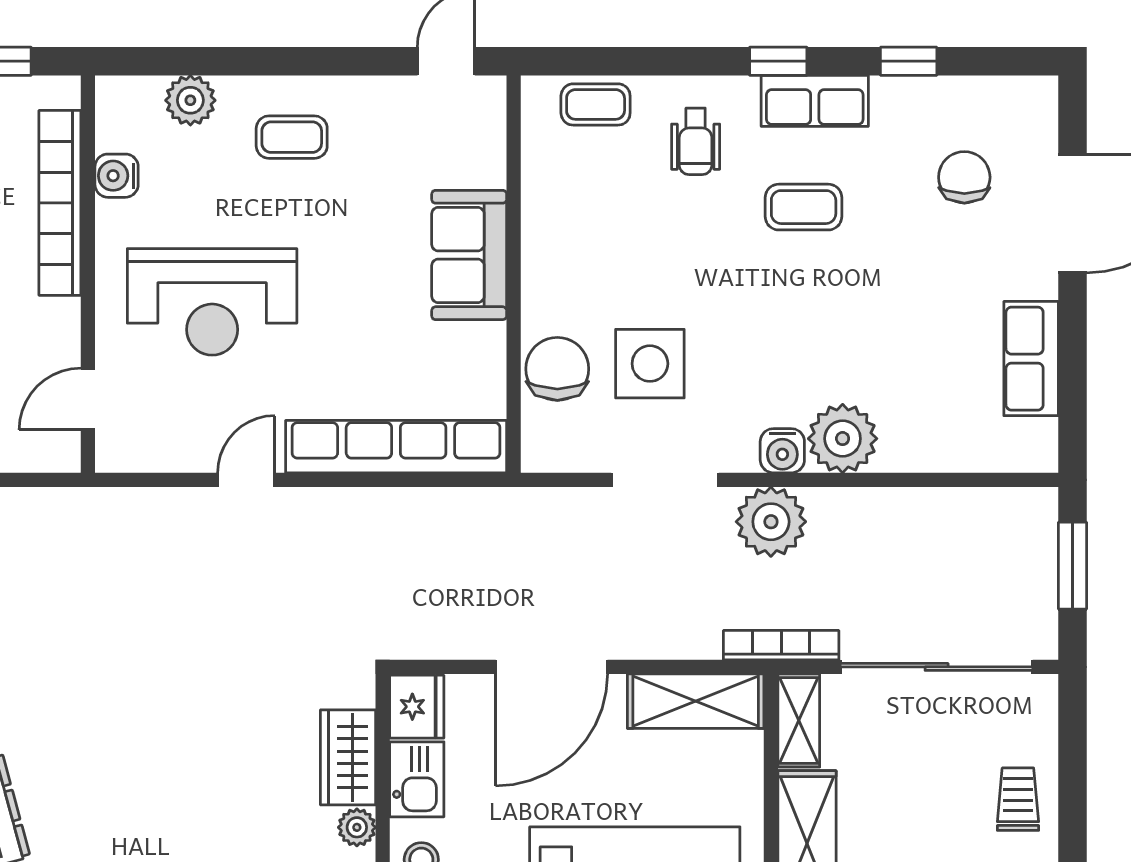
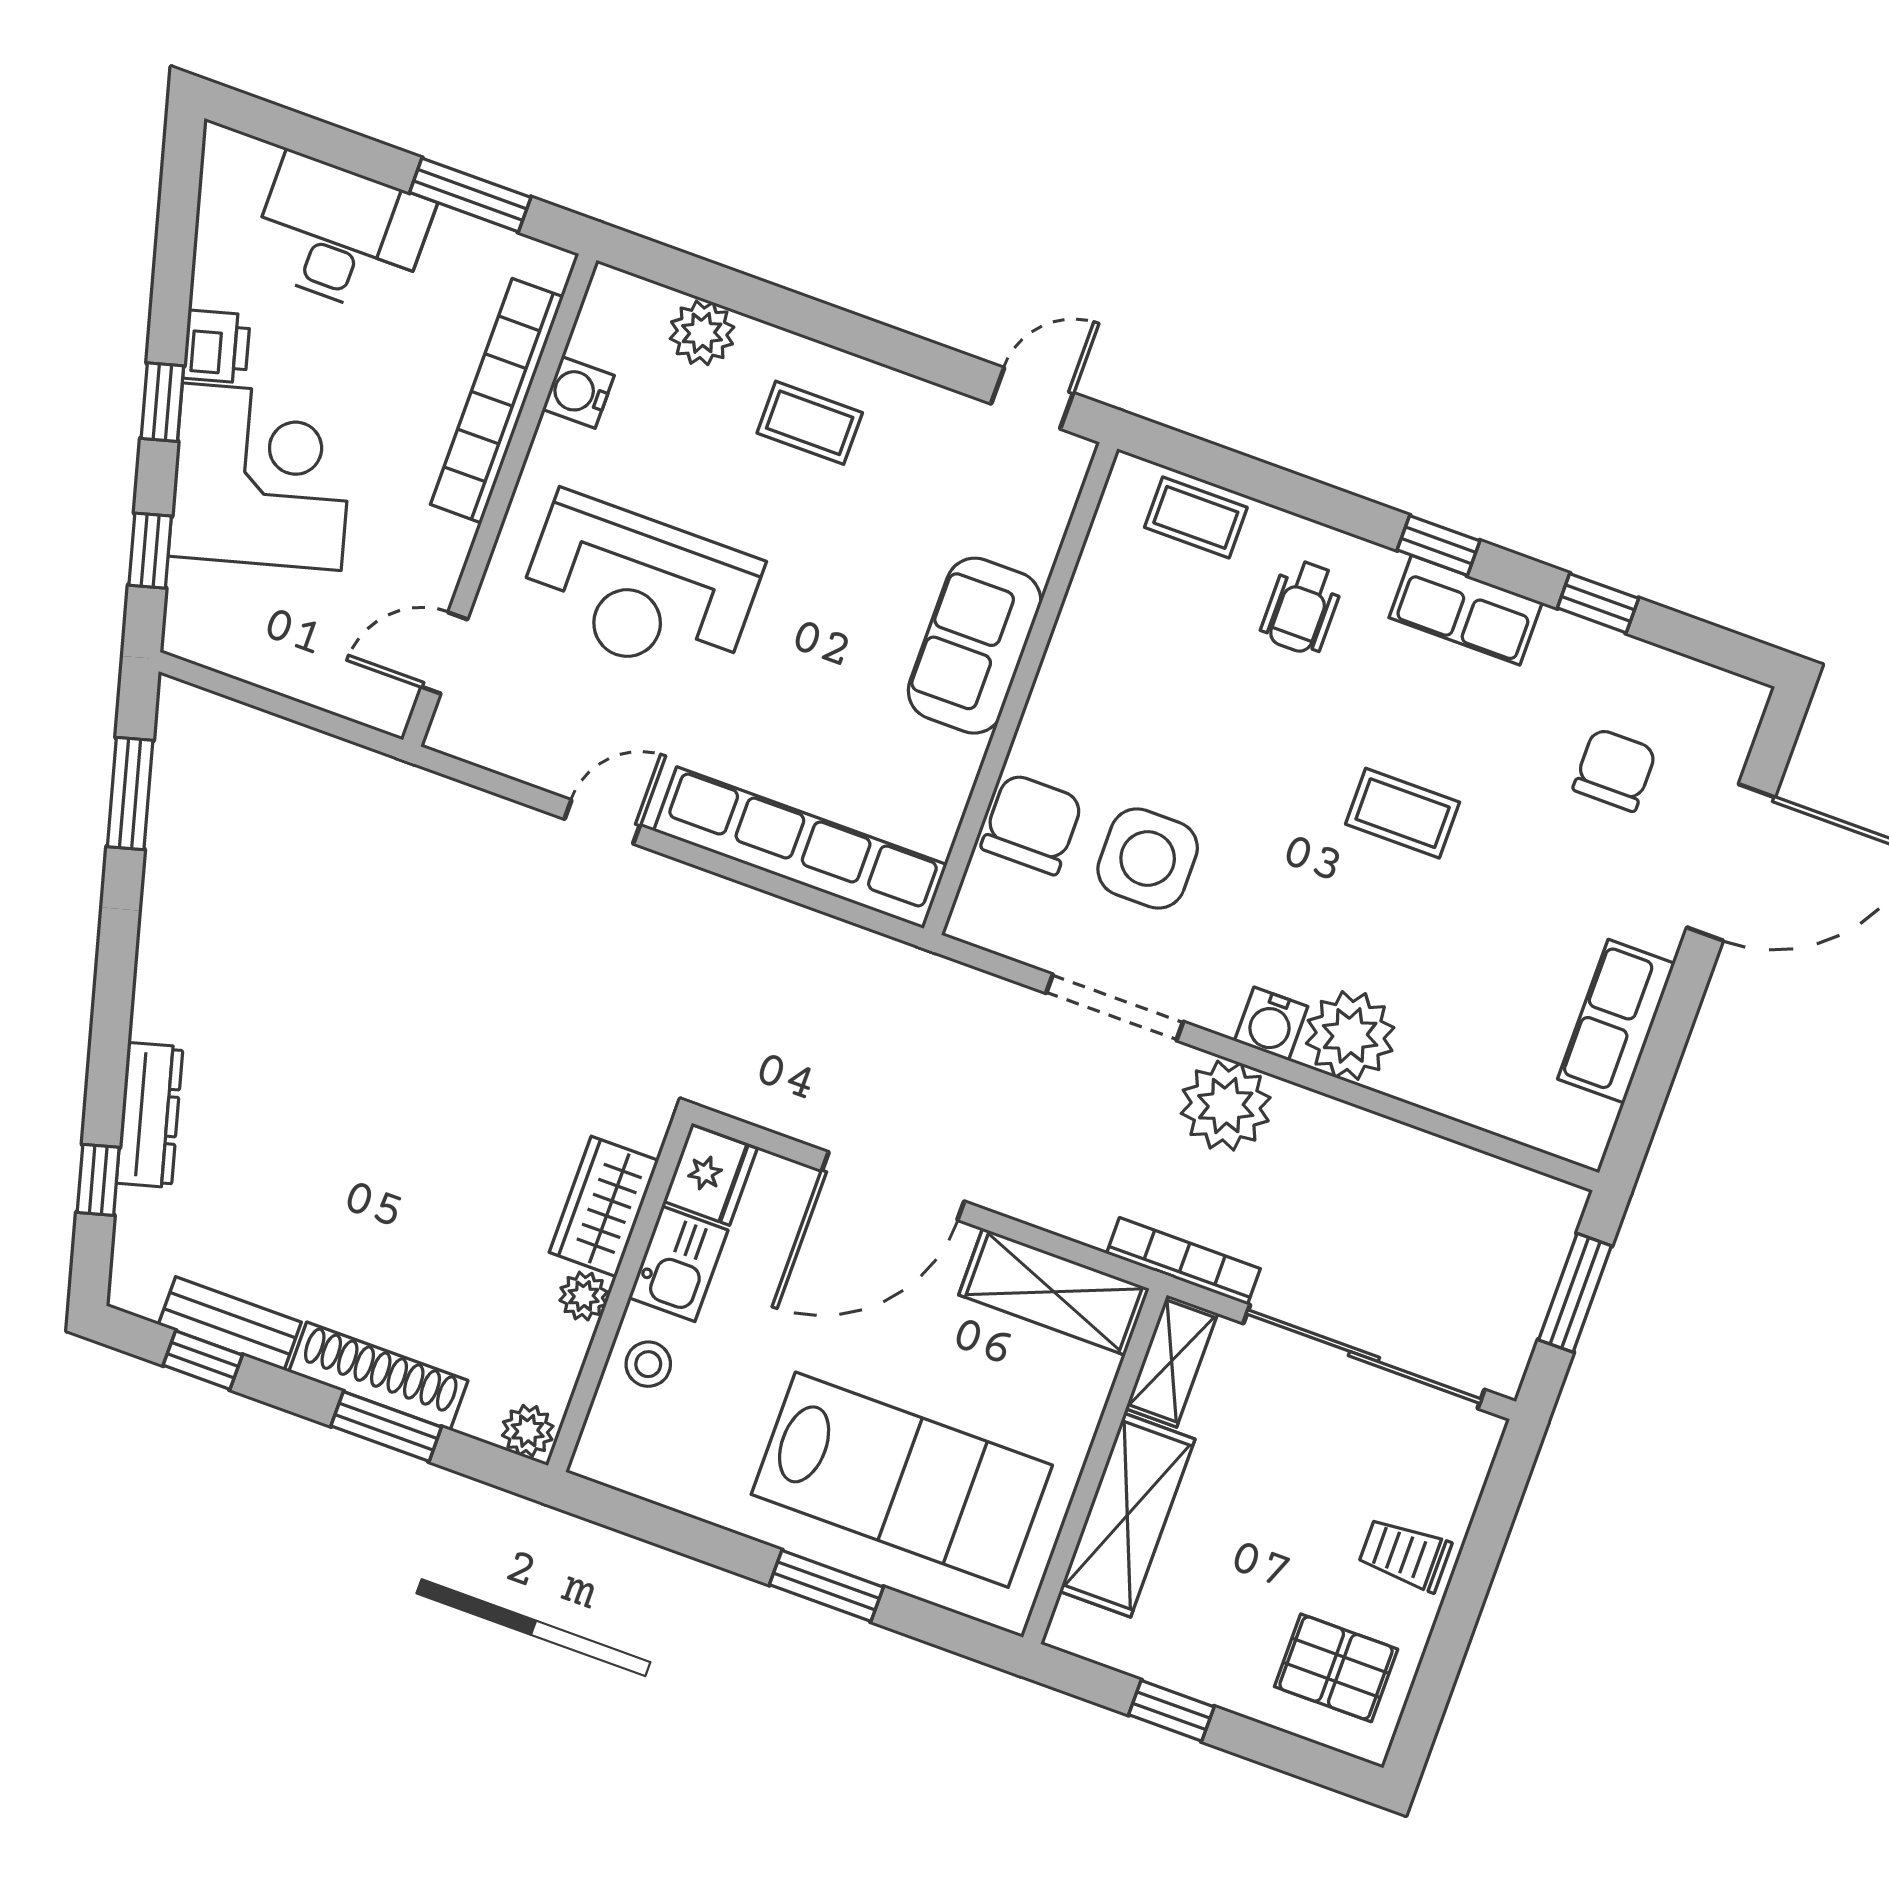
coffee table: (804, 207) -> (1403, 813), moved
trolley: (1018, 799) -> (1405, 1554), turned -90

